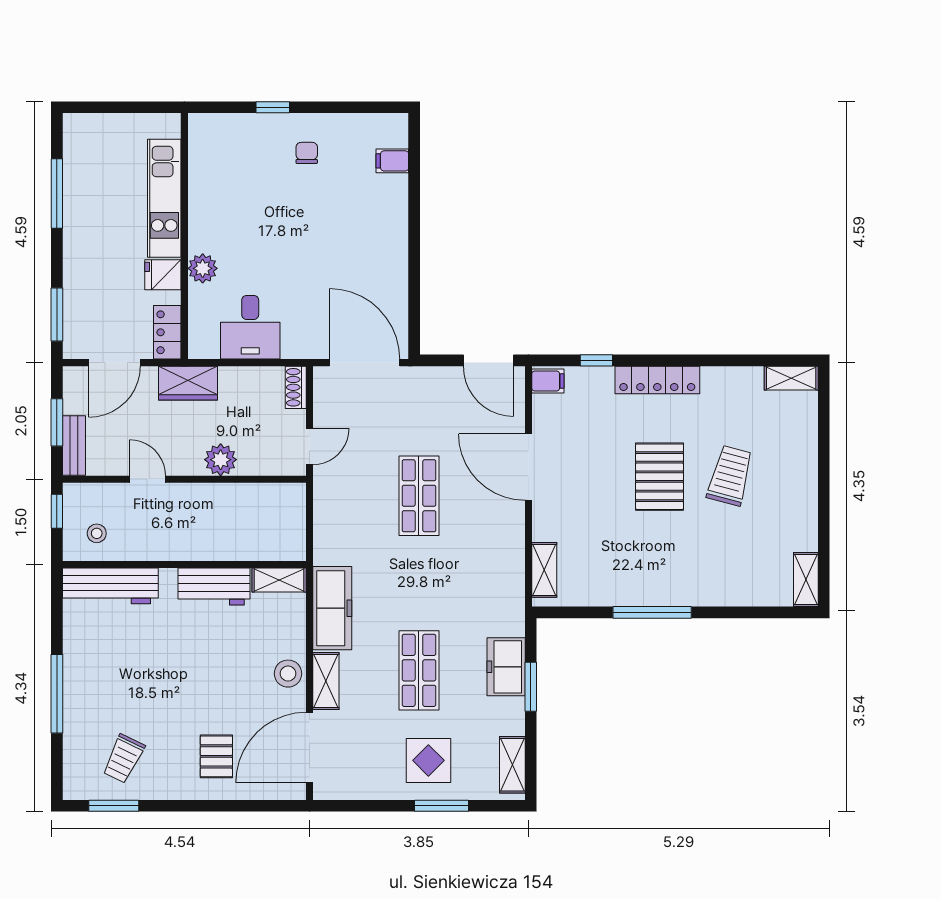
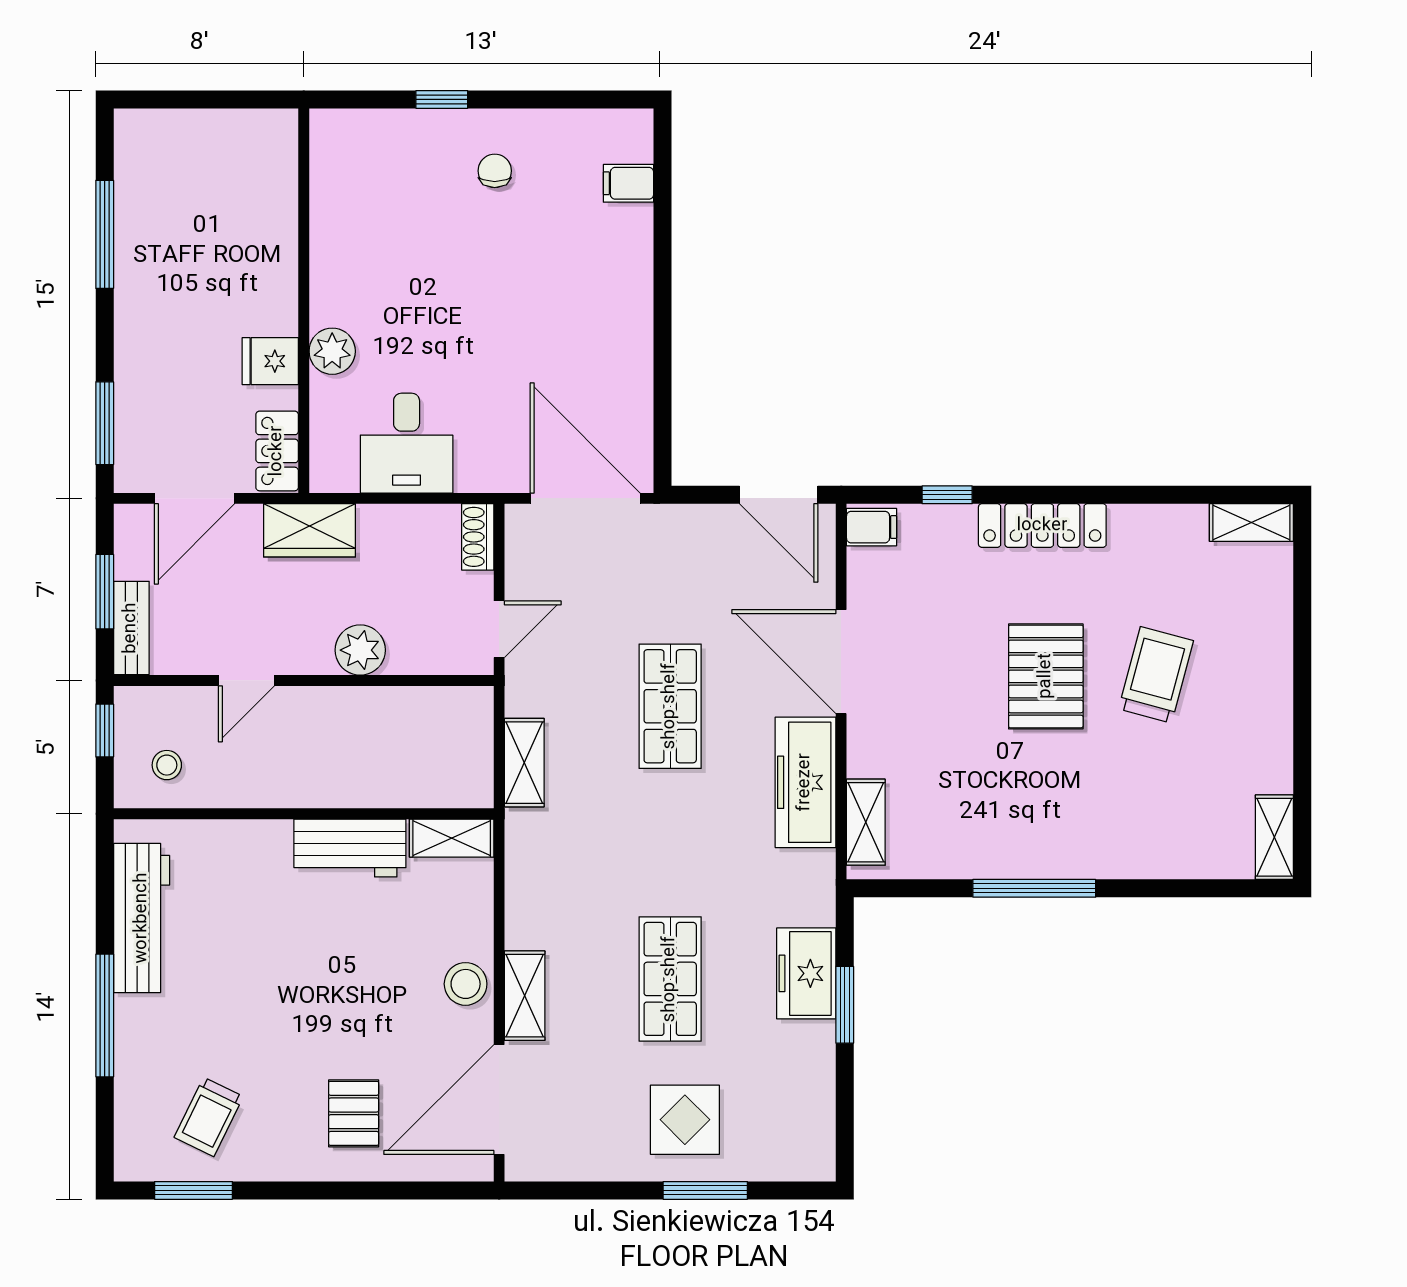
kitchen unit: (164, 198) -> (272, 242), removed
door: (148, 479) -> (246, 680), swing flipped
workbench: (110, 586) -> (142, 918), moved, turned -90
freezer: (332, 608) -> (805, 782), moved, turned 180
shelving: (512, 765) -> (524, 763), moved

